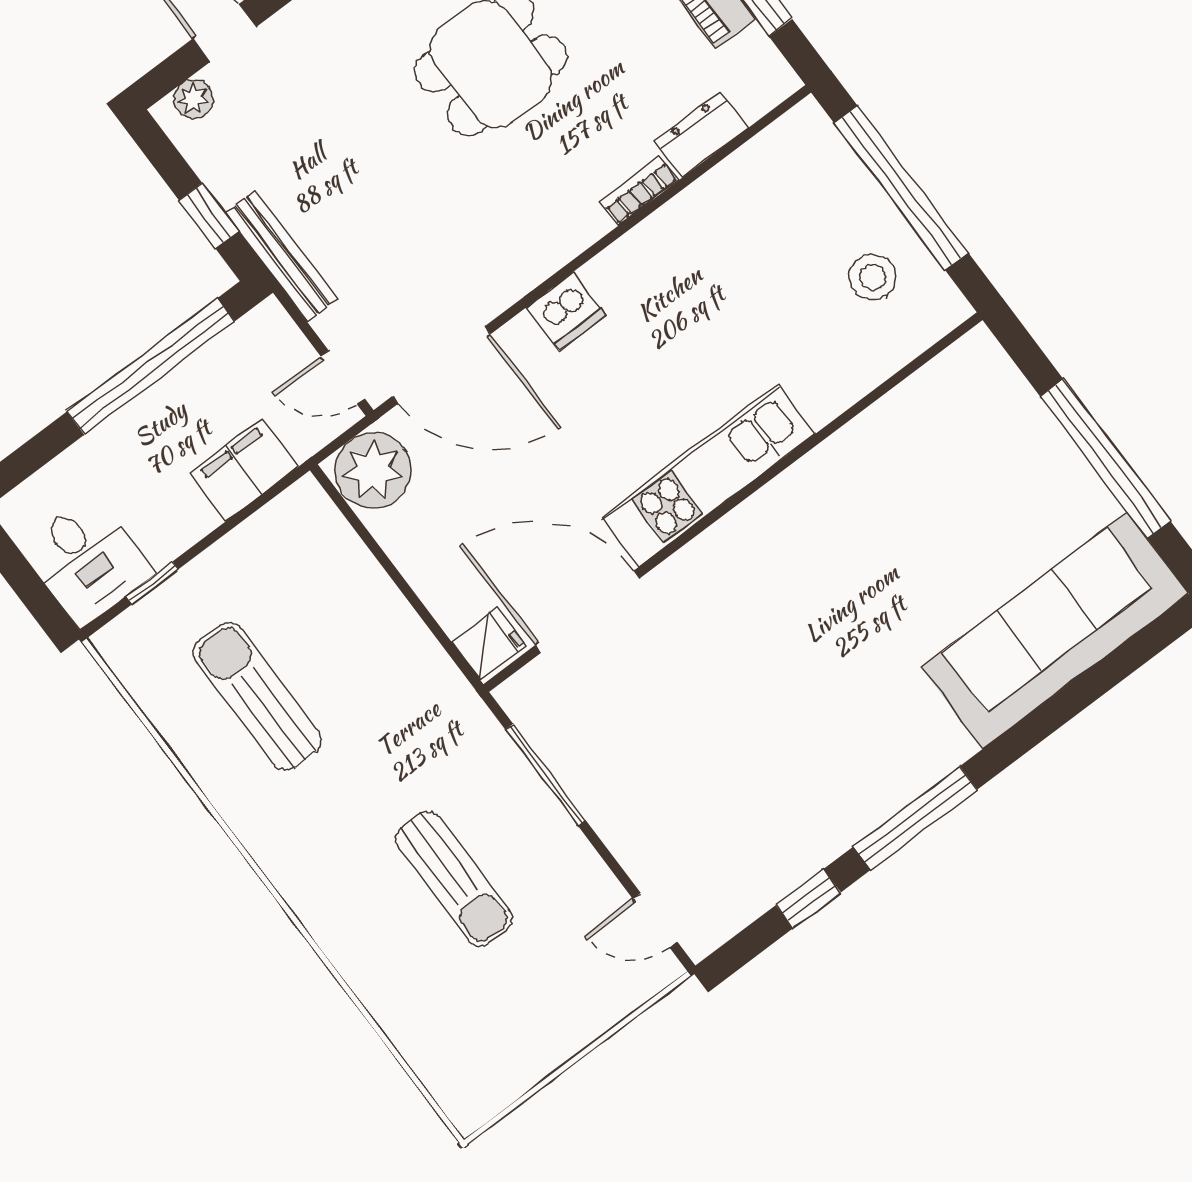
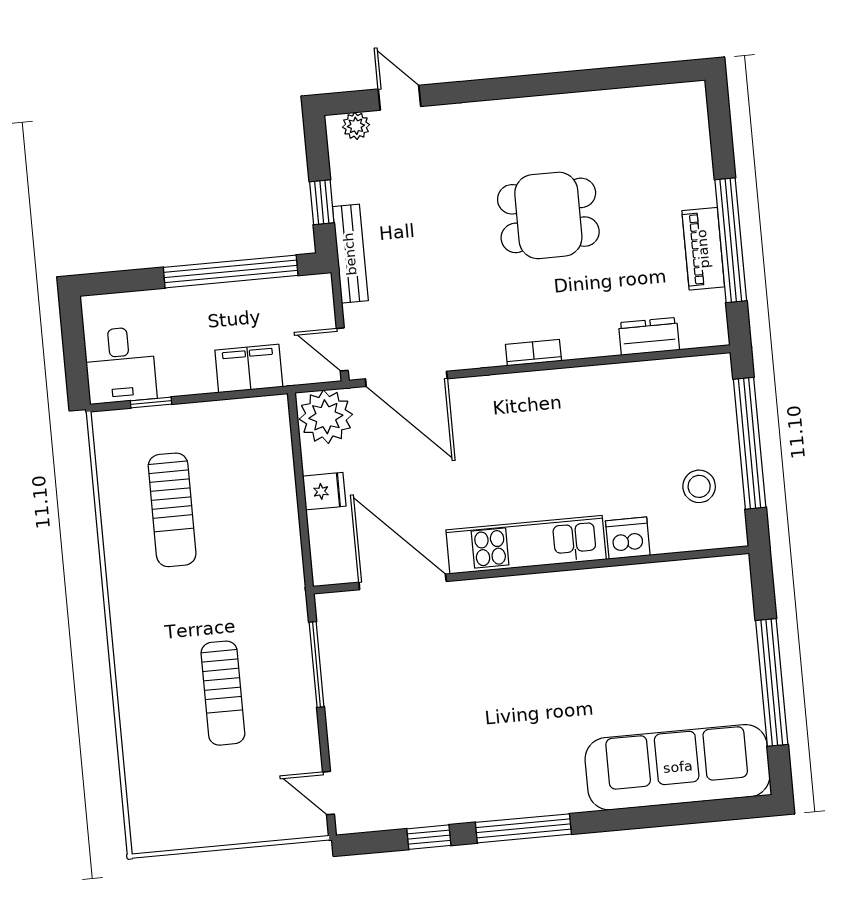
bookcase: (639, 191) -> (533, 353), moved
dishwasher: (566, 311) -> (628, 538), moved, turned 180
fridge: (489, 644) -> (324, 491), moved
sun lounger: (257, 696) -> (172, 510), turned 180

